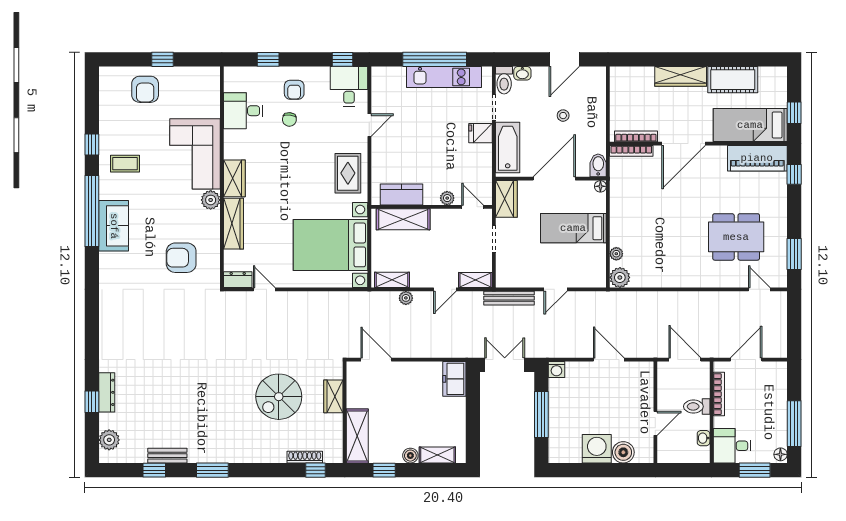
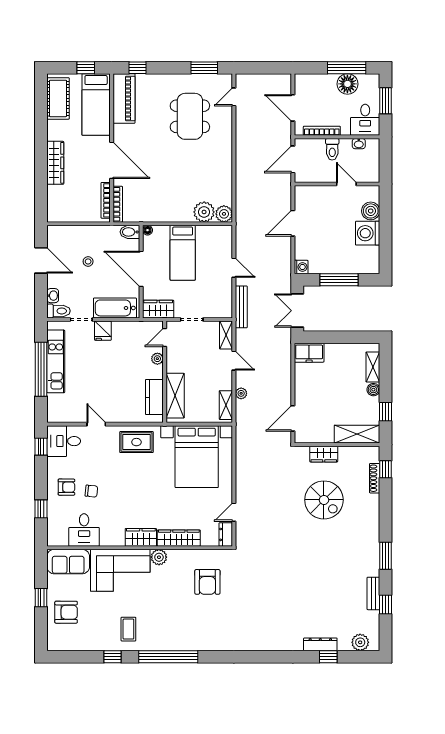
cot: (733, 80) -> (58, 98), moved
sofa: (114, 226) -> (68, 562), moved, turned 180
plant: (616, 254) -> (204, 212), width x1.87, depth x1.87
floor lamp: (780, 454) -> (347, 84), moved, width x1.89, depth x1.89

